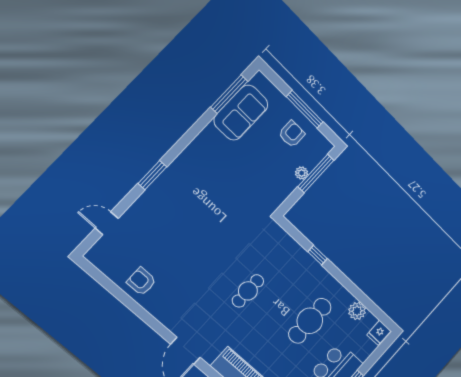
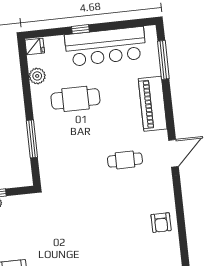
window: (318, 255) -> (32, 139), width x2.17
cafe table: (248, 291) -> (125, 160), moved

